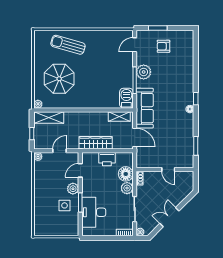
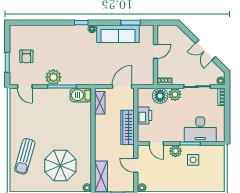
sofa: (145, 108) -> (118, 34), moved, turned 180

